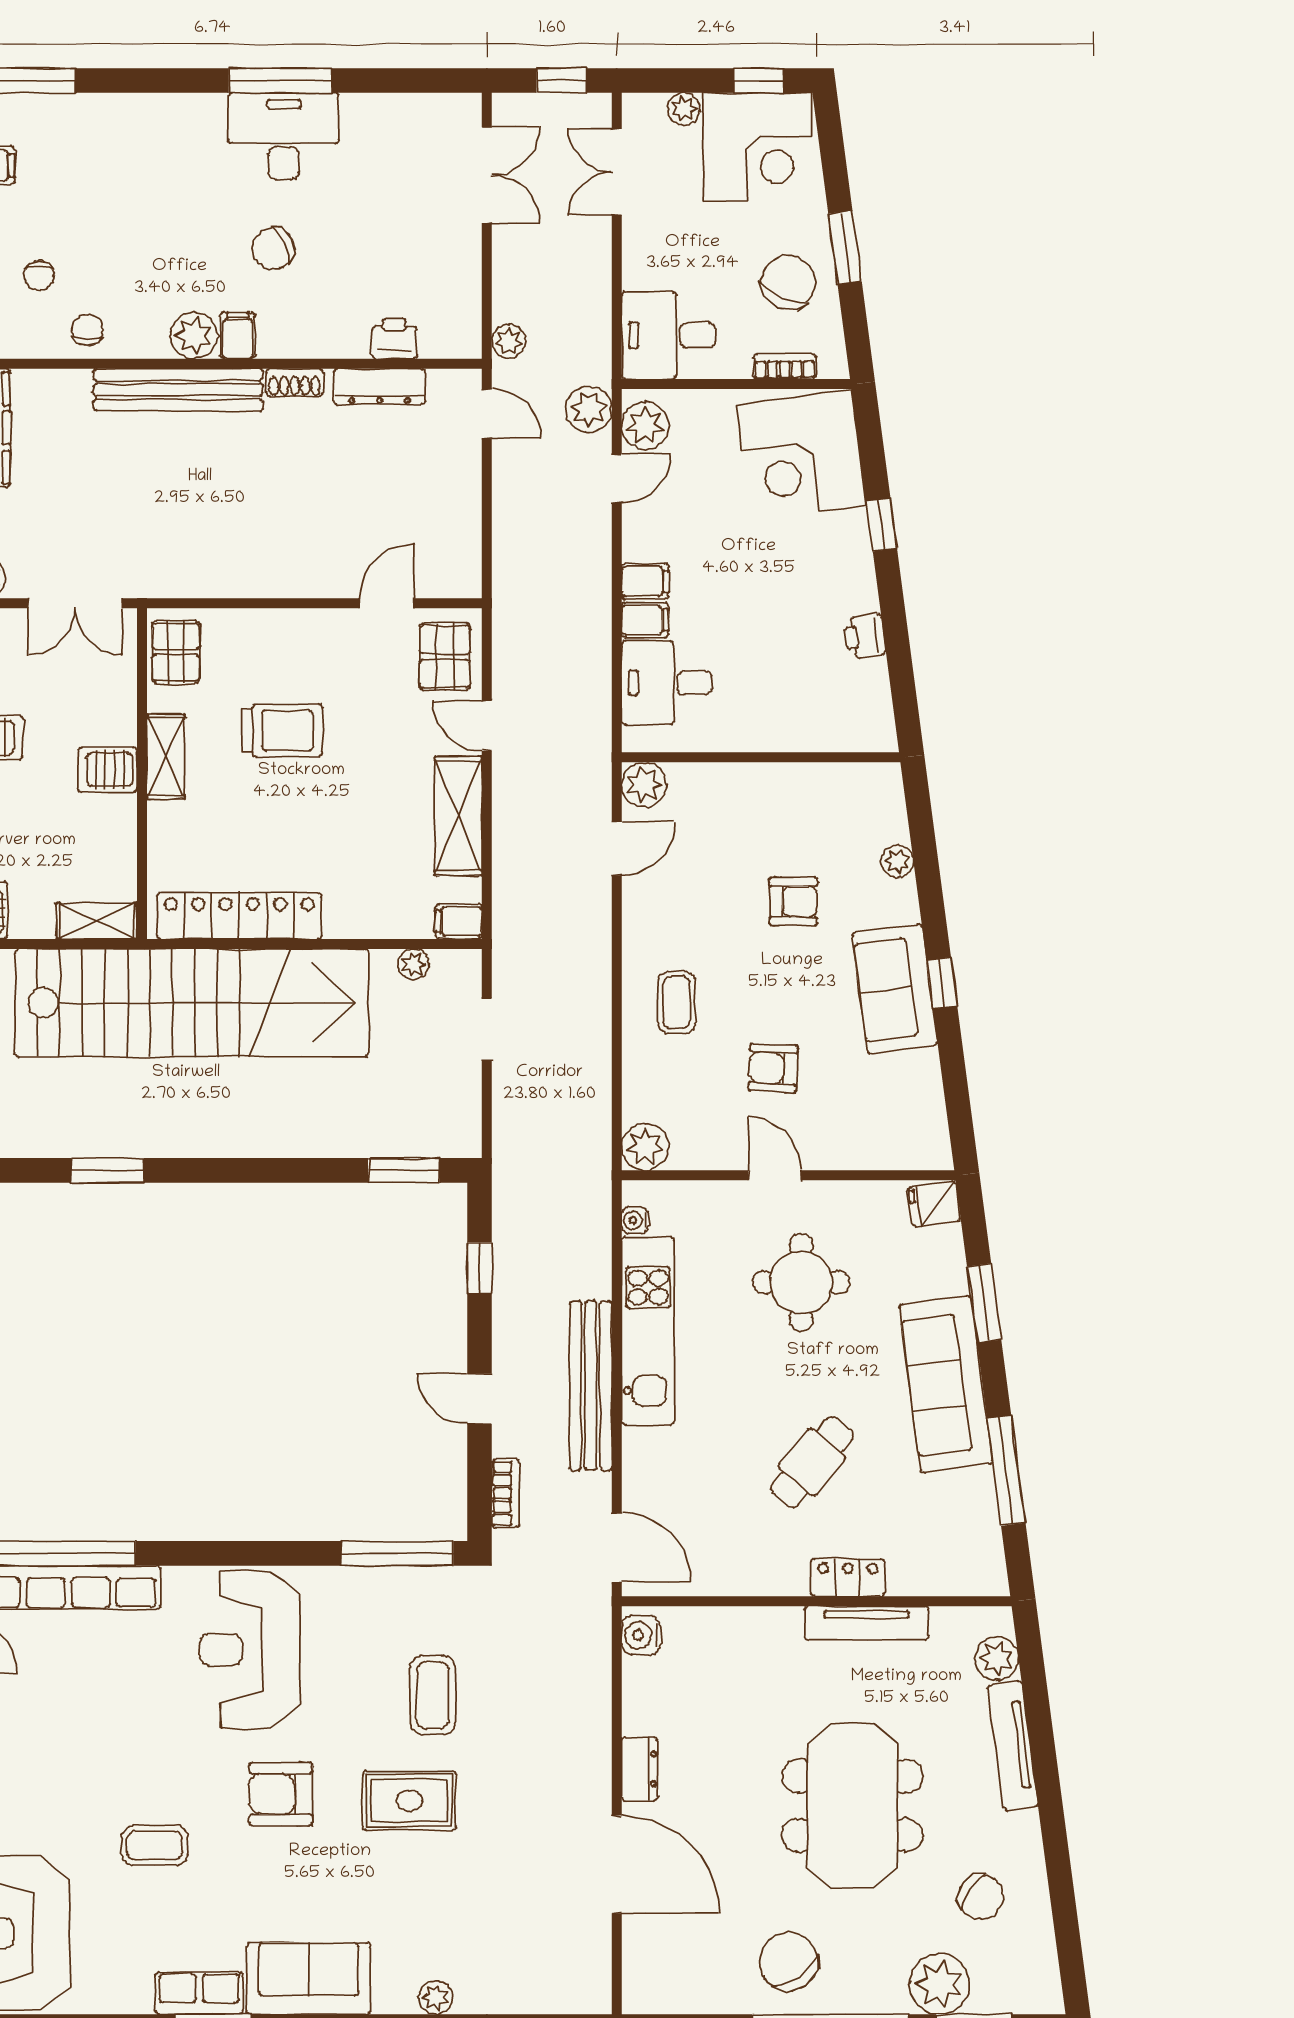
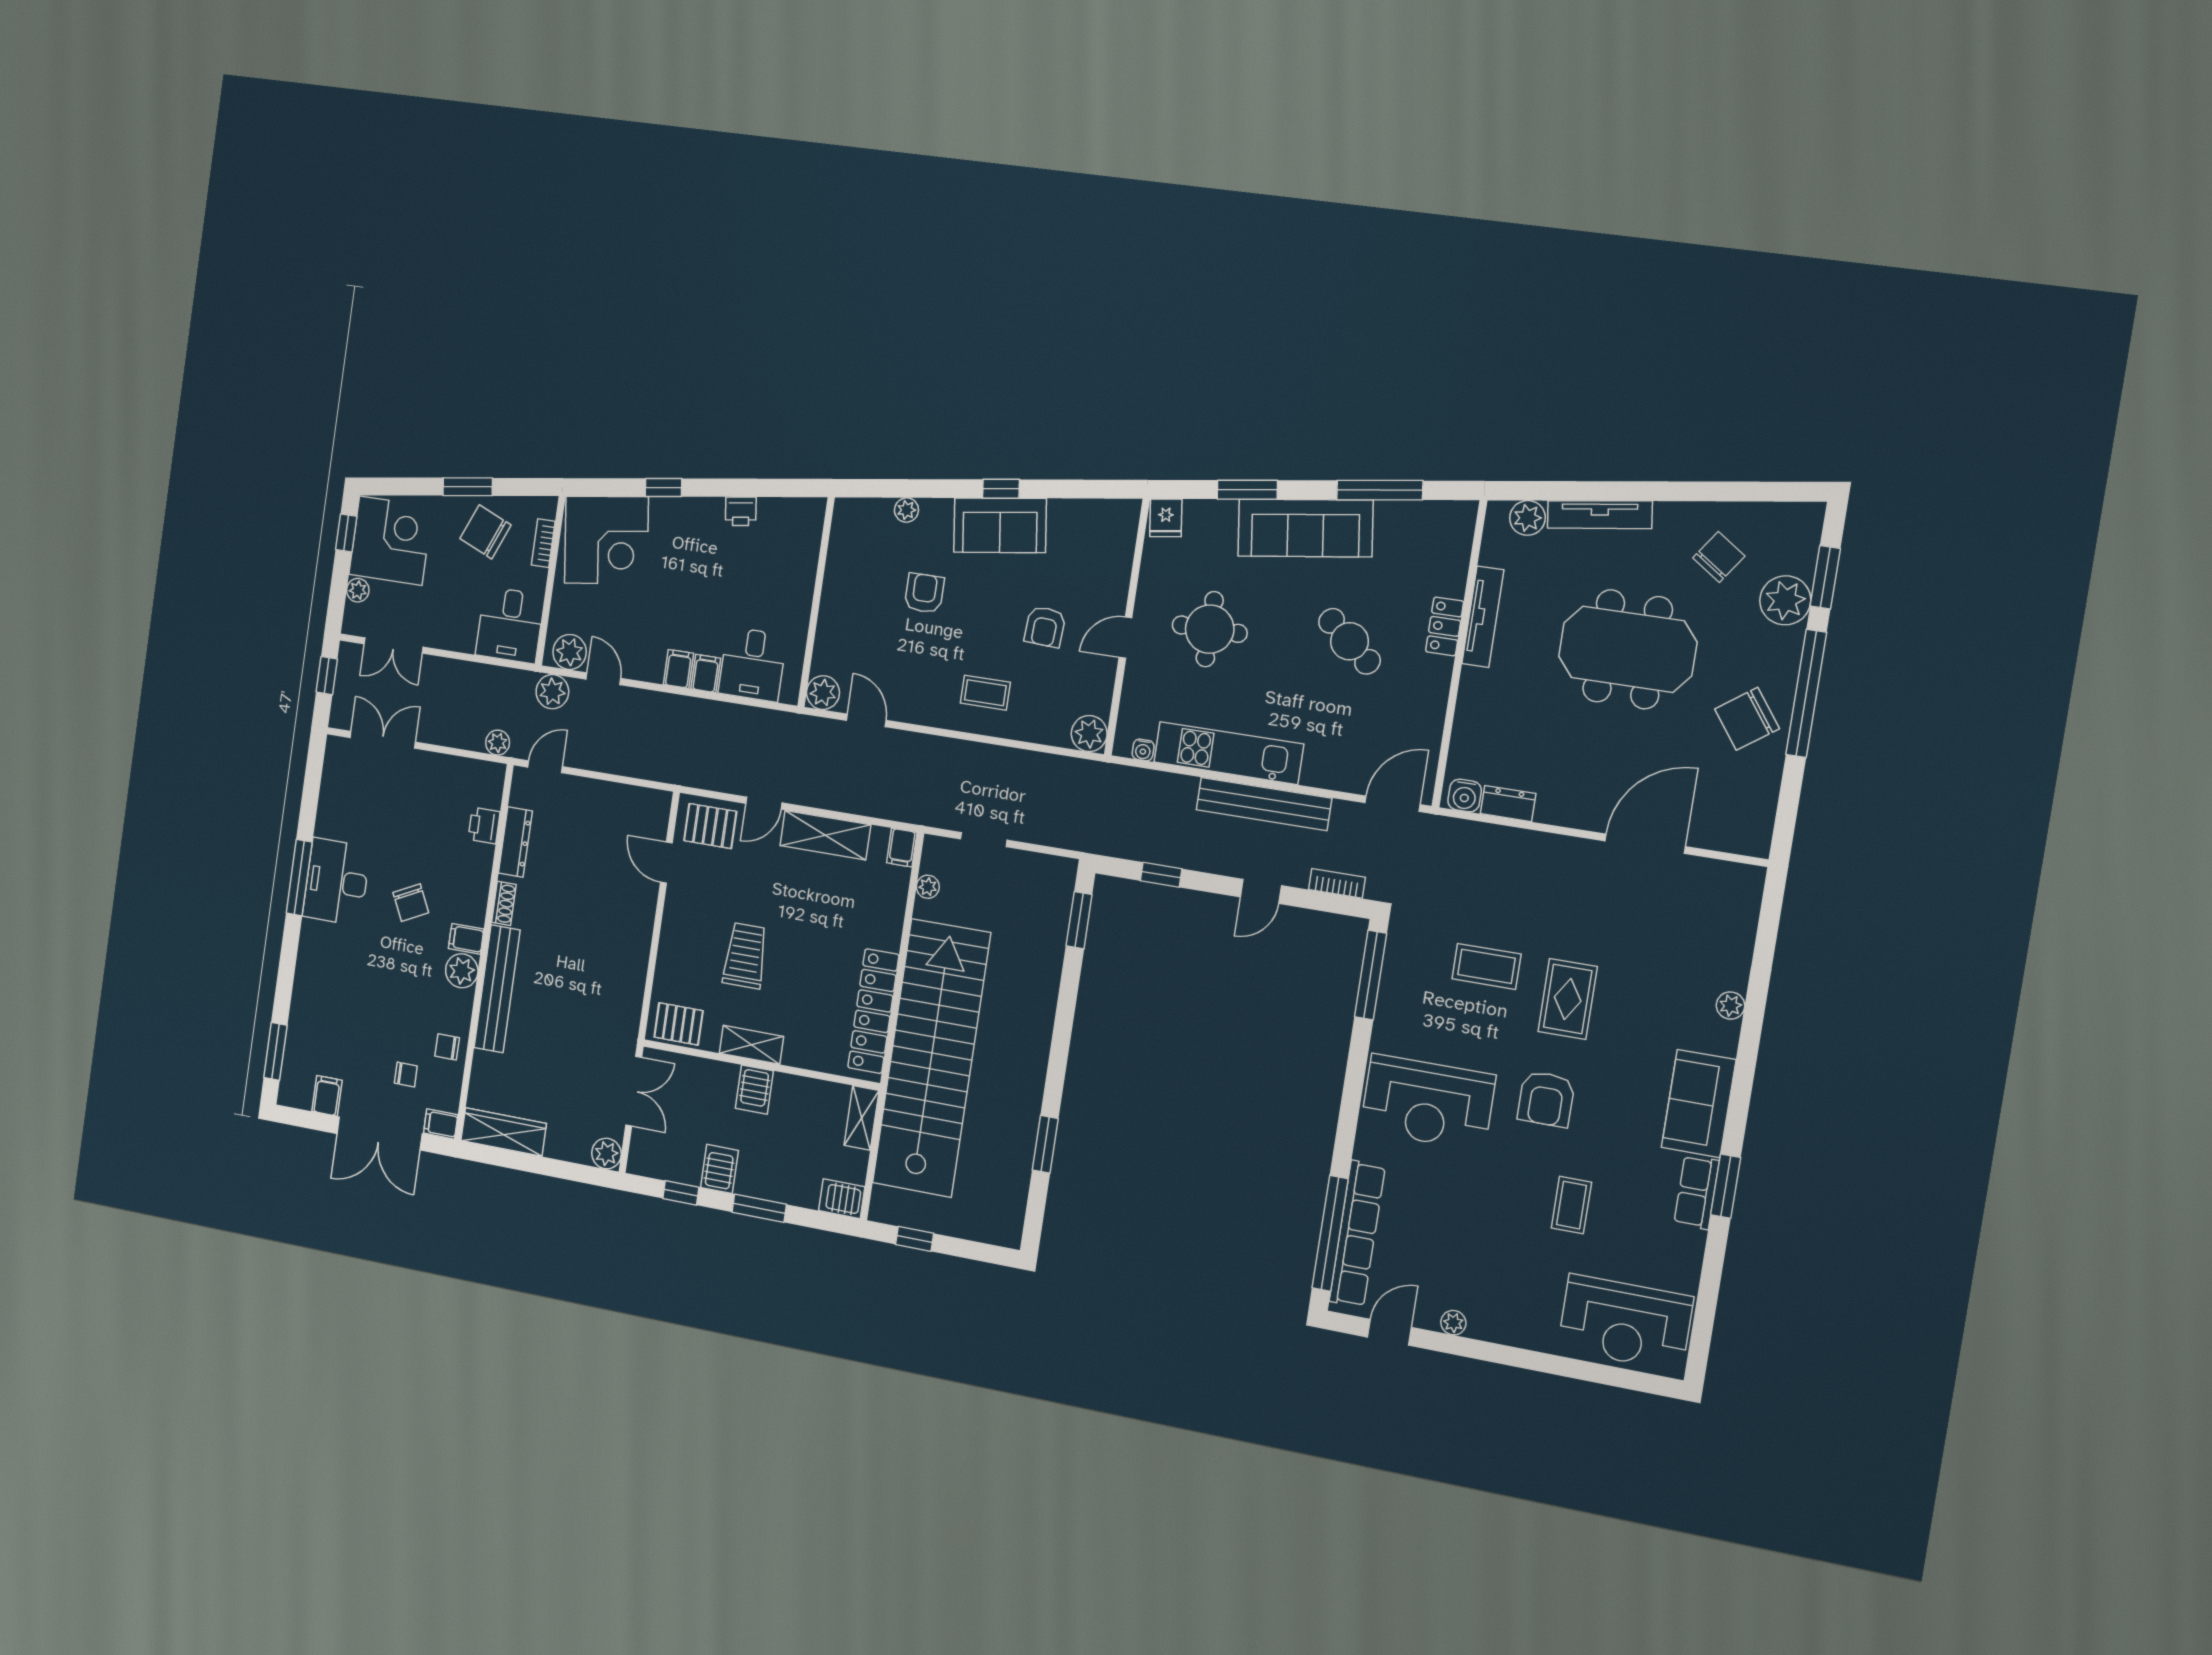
dresser: (640, 1769) -> (1508, 804), moved

